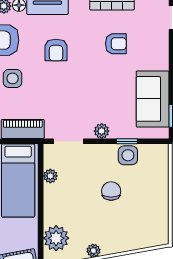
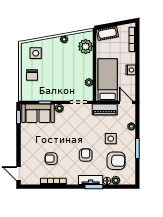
sofa: (153, 99) -> (38, 113), moved, turned 90
side table: (128, 155) -> (36, 53), moved
chair: (111, 191) -> (32, 75), moved

